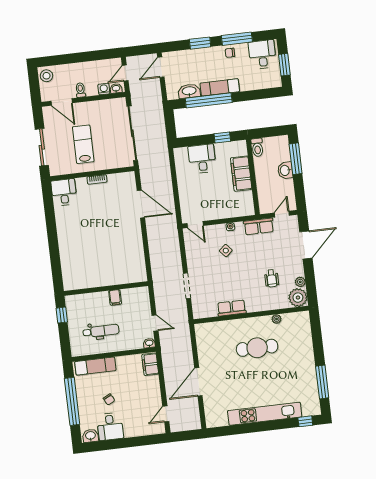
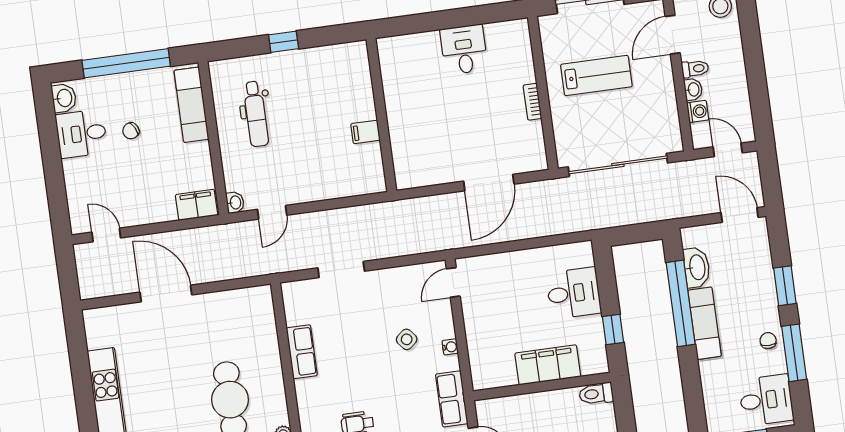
washbasin: (116, 88) -> (693, 89), moved
desk: (64, 192) -> (464, 50), moved, turned -90
wall: (106, 289) -> (381, 115), moved
filing cabinet: (115, 297) -> (366, 132), moved

